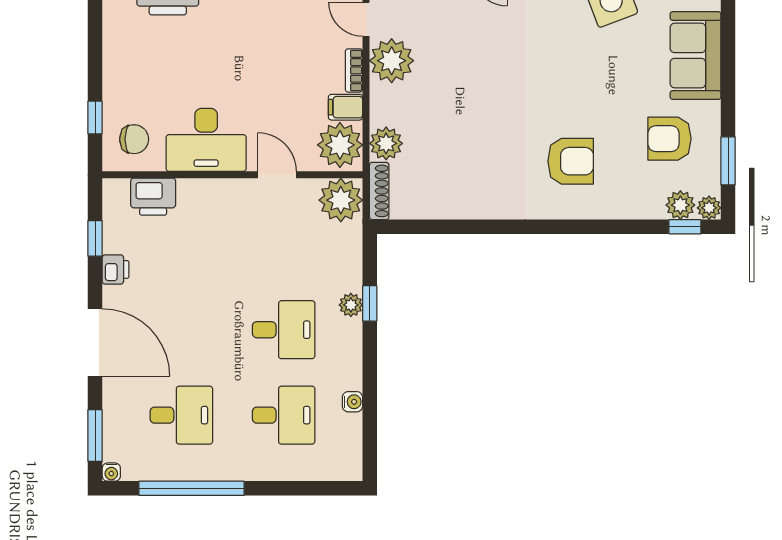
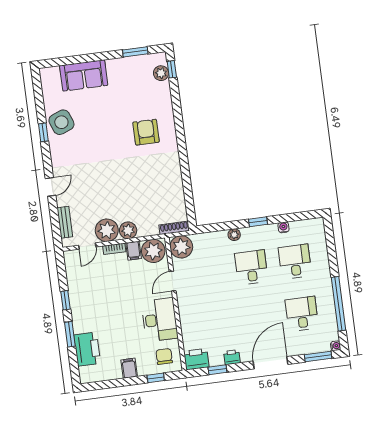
filing cabinet: (120, 69) -> (129, 368), added
armchair: (670, 139) -> (128, 83), removed
plant: (386, 143) -> (128, 230), moved
printer: (153, 197) -> (196, 359), moved, turned -90
plant: (709, 208) -> (161, 58), removed
window: (370, 303) -> (258, 222), moved

